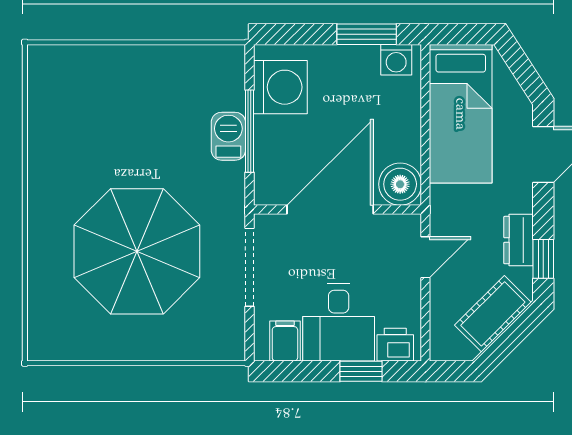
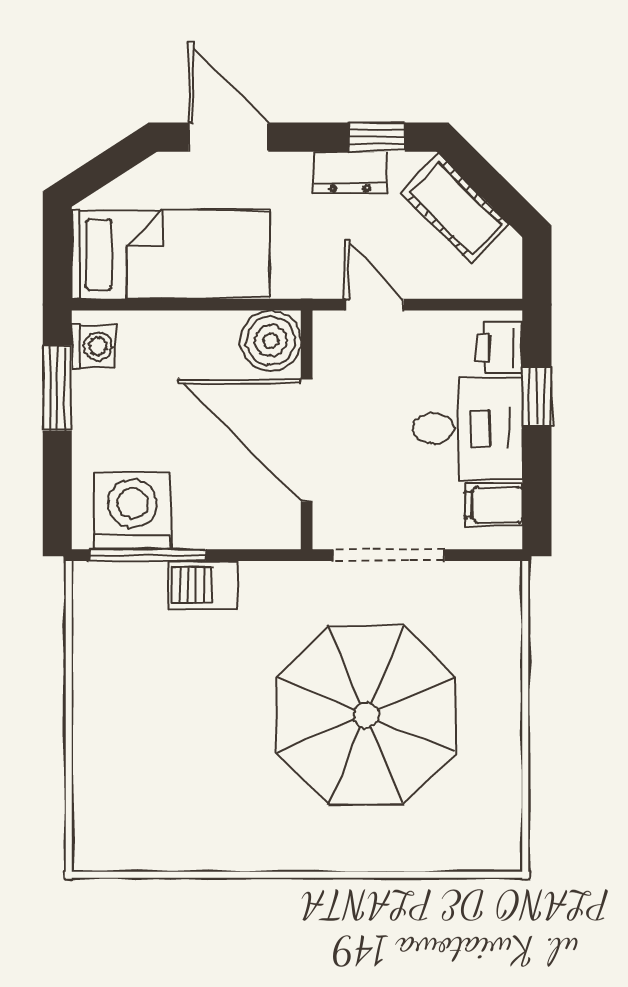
window: (249, 131) -> (148, 555), moved

